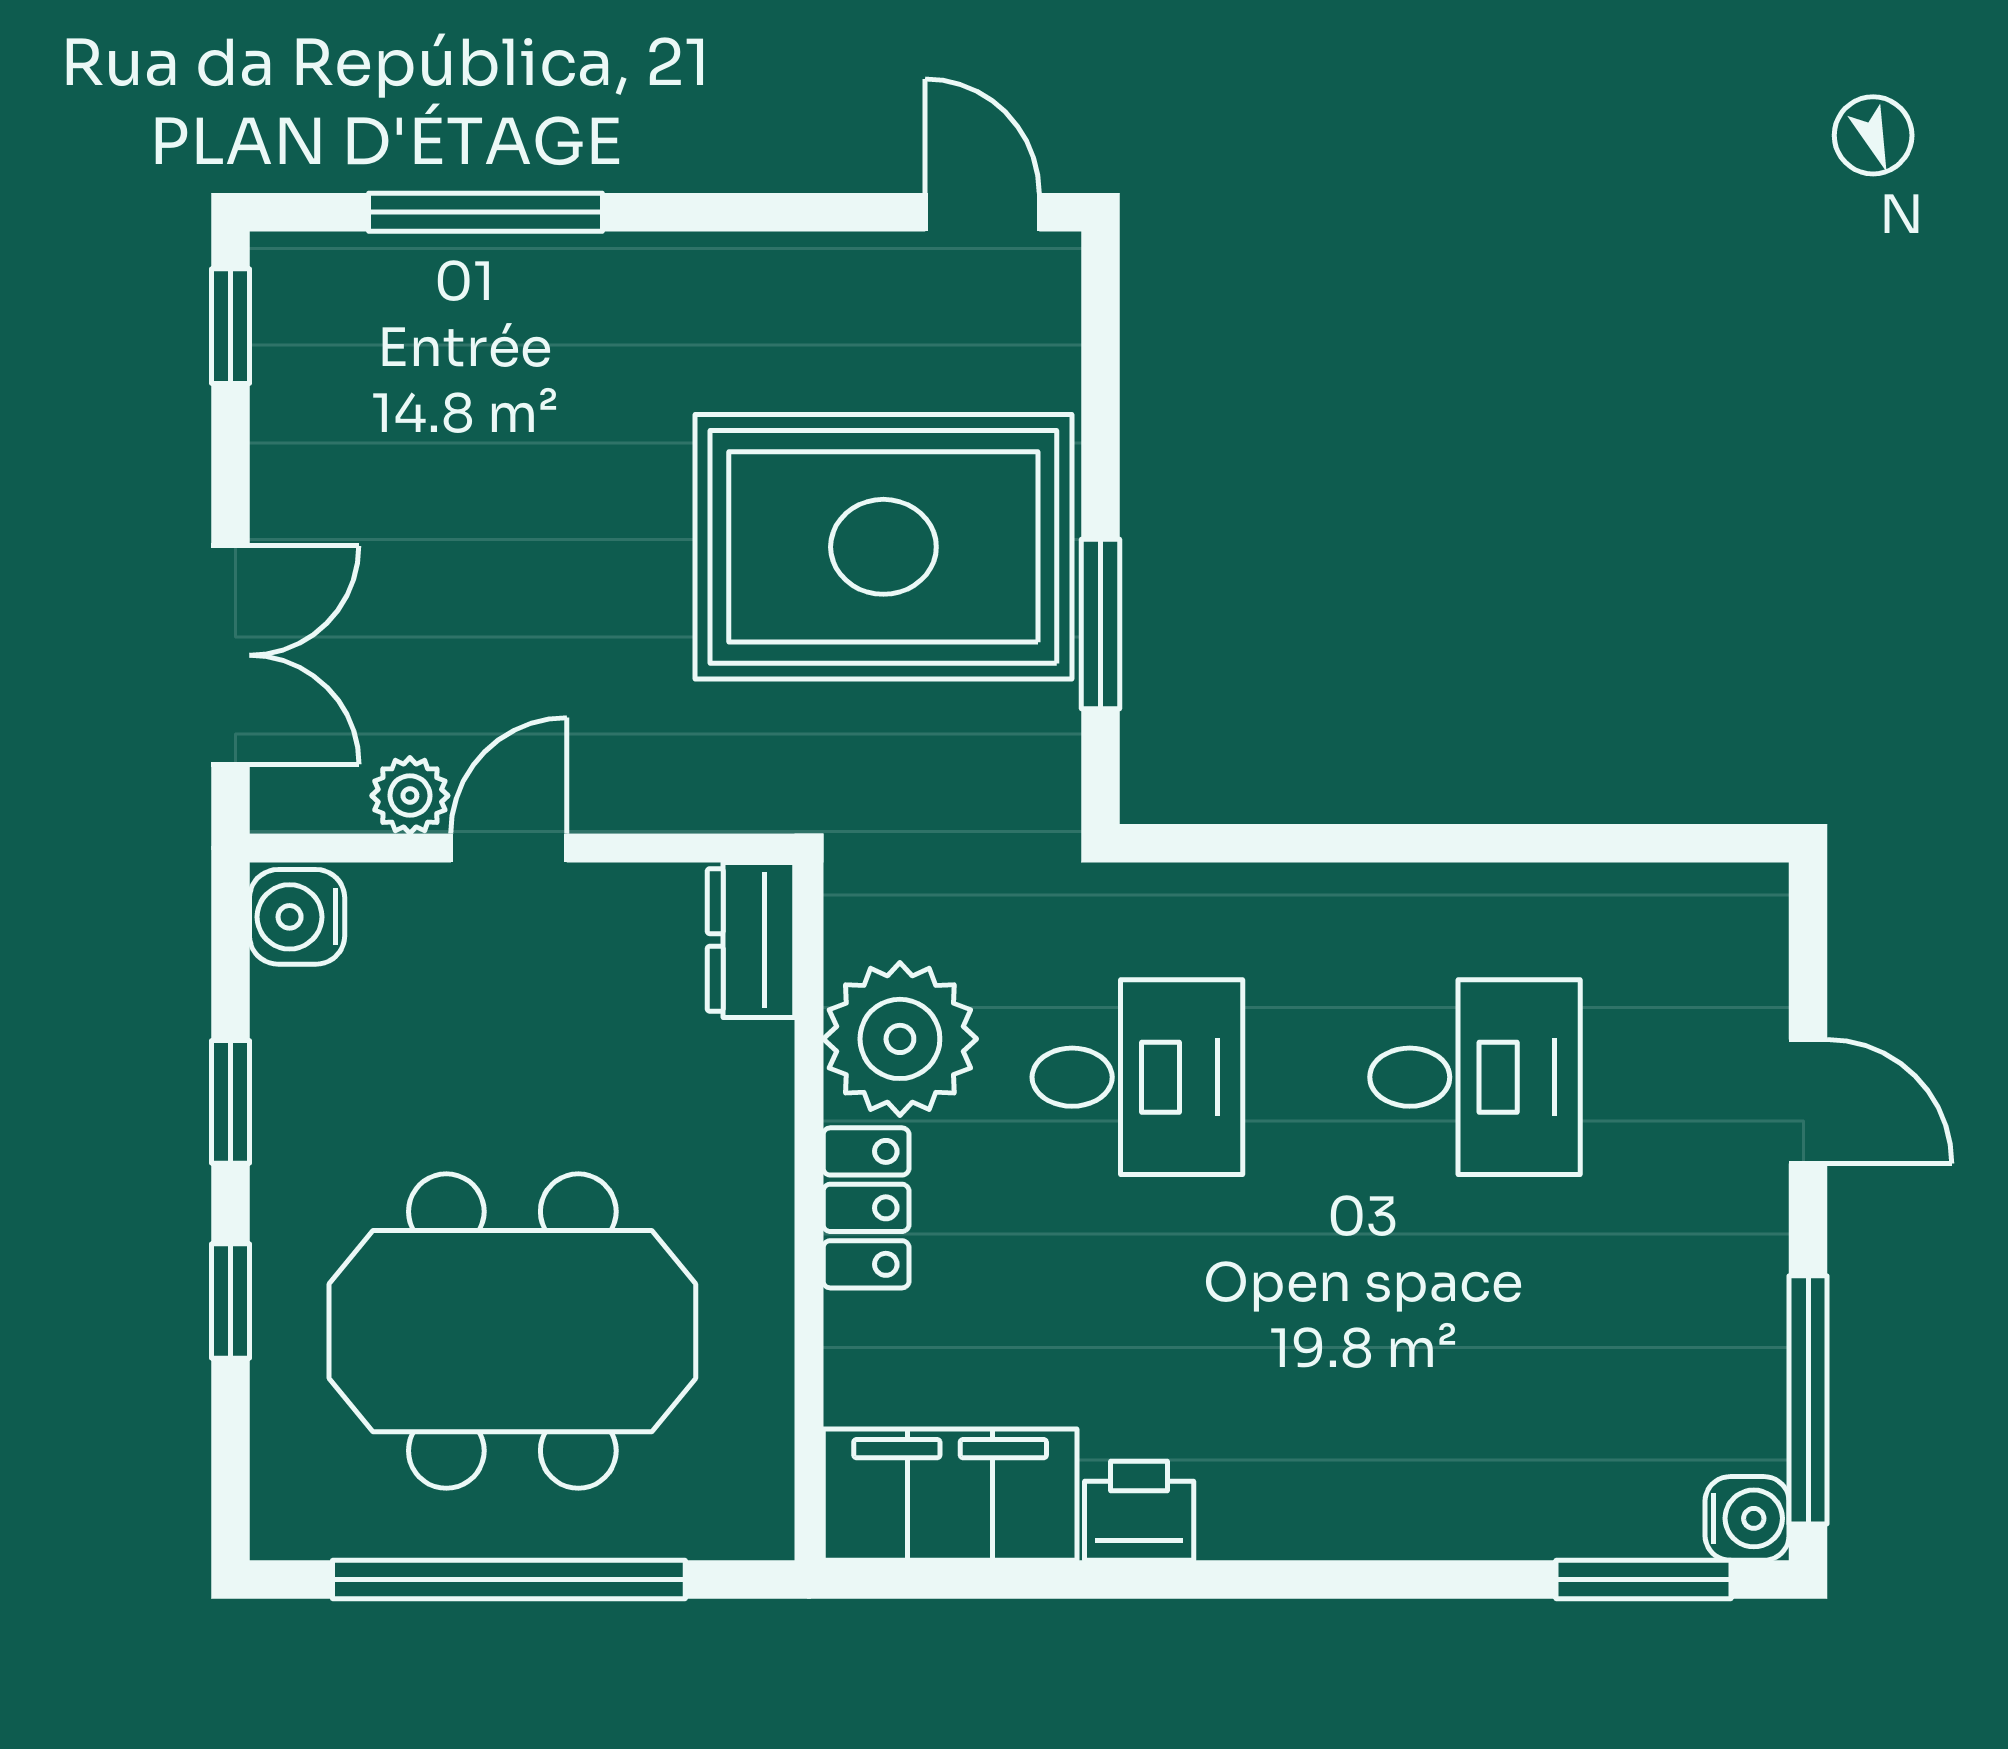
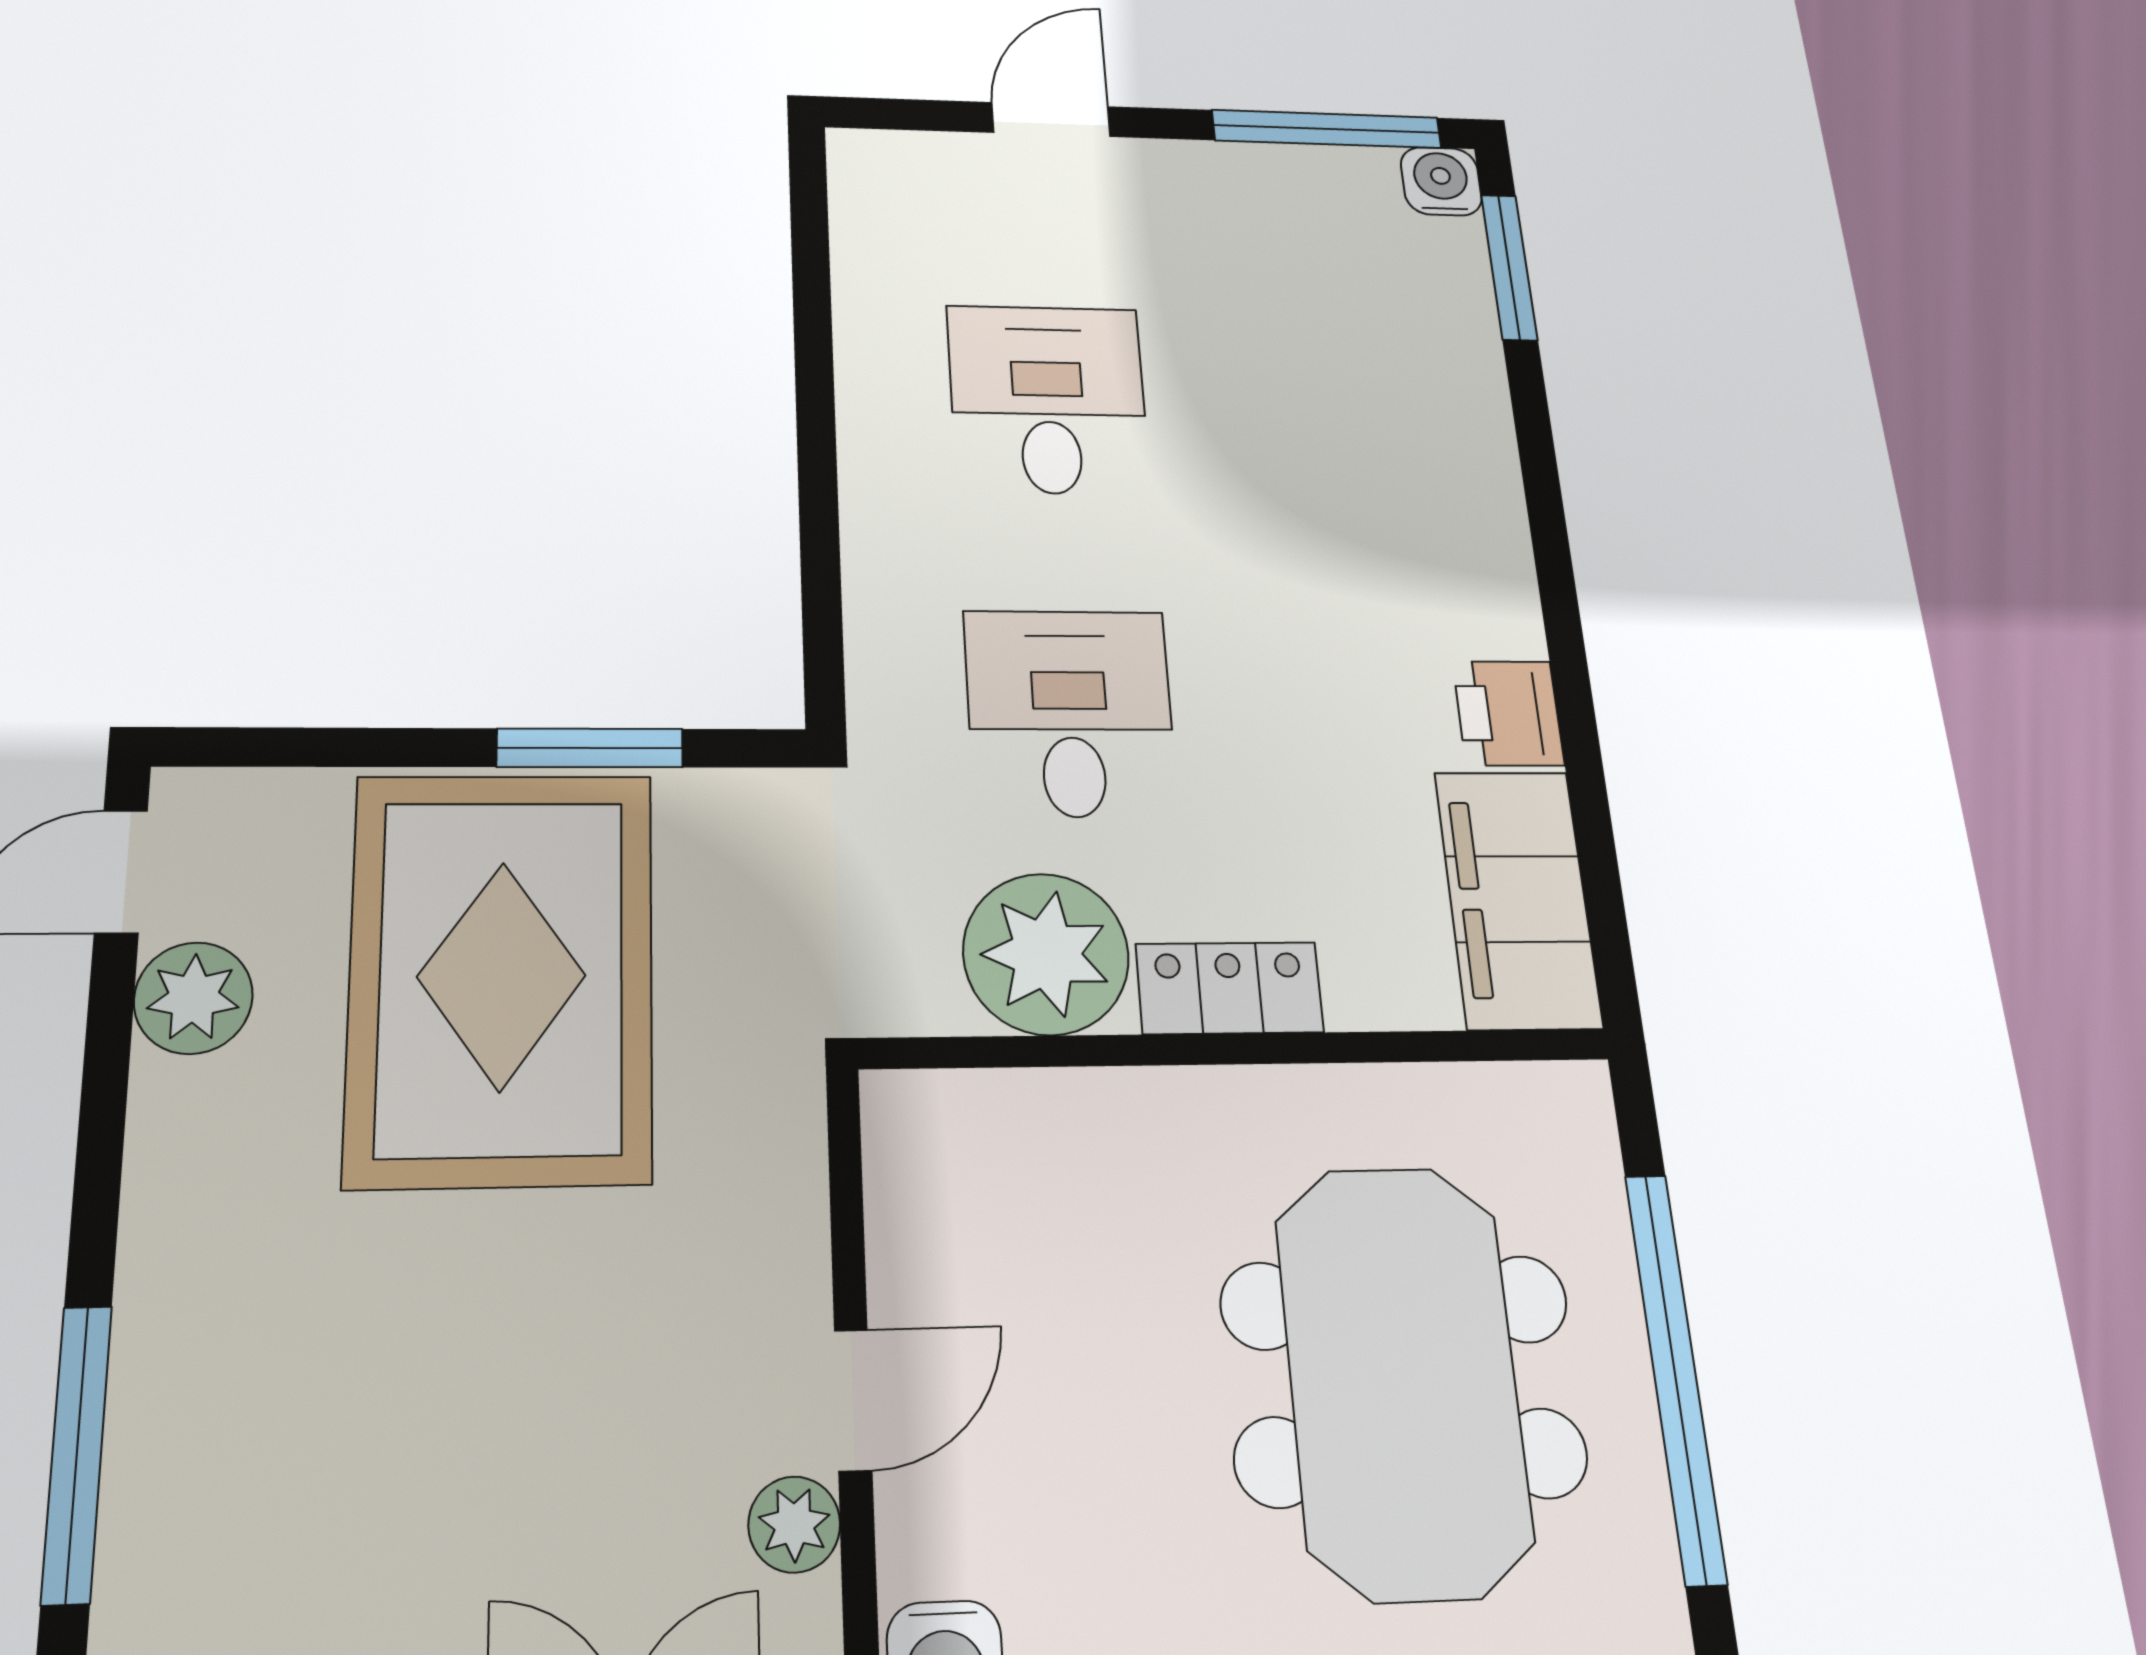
plant: (866, 282) -> (193, 998), added
door: (509, 848) -> (853, 1400), swing flipped
dresser: (751, 940) -> (947, 1116), removed

